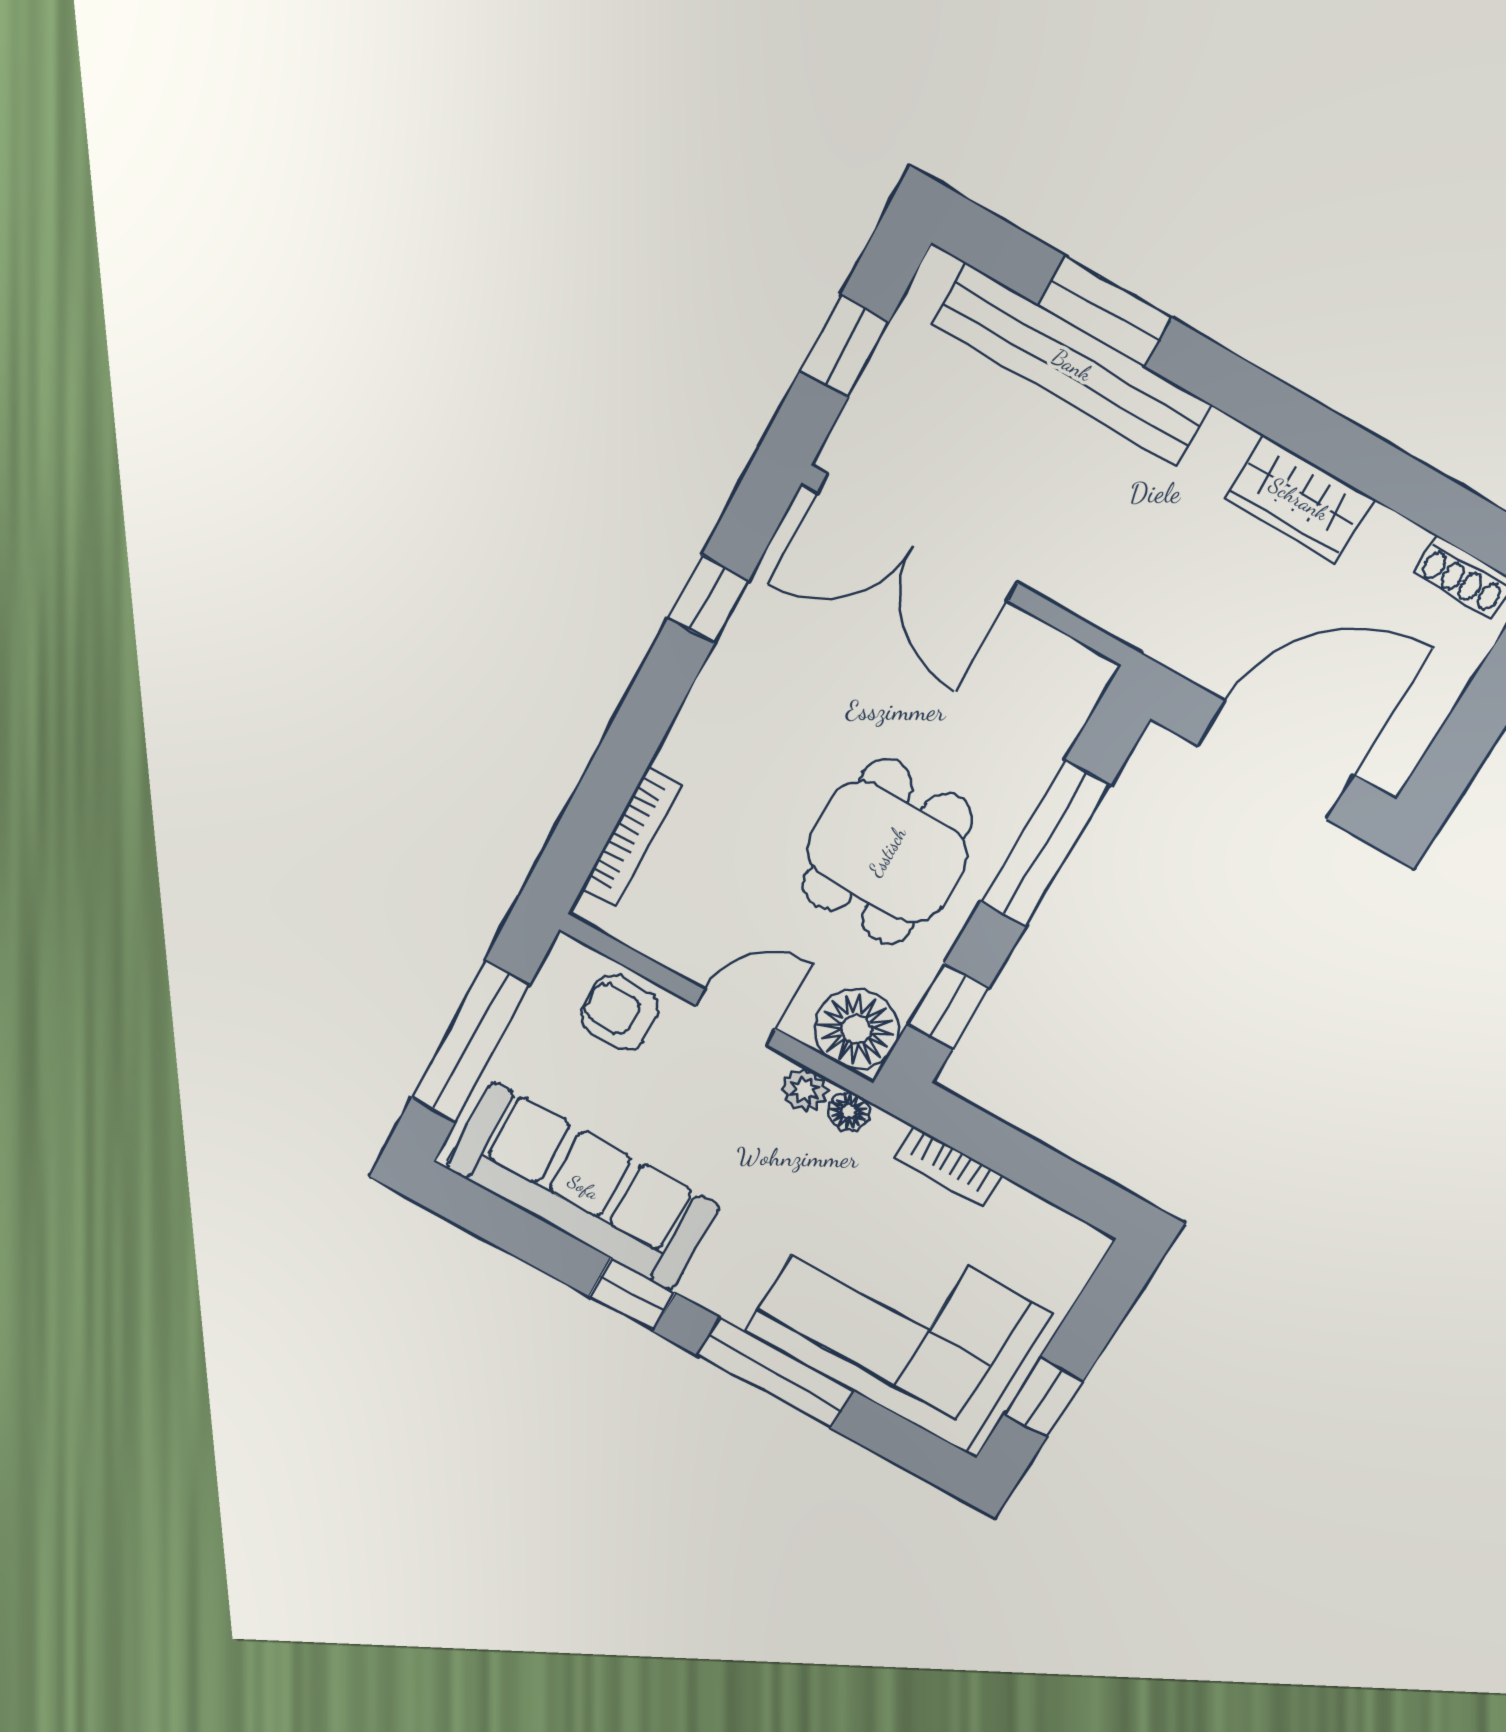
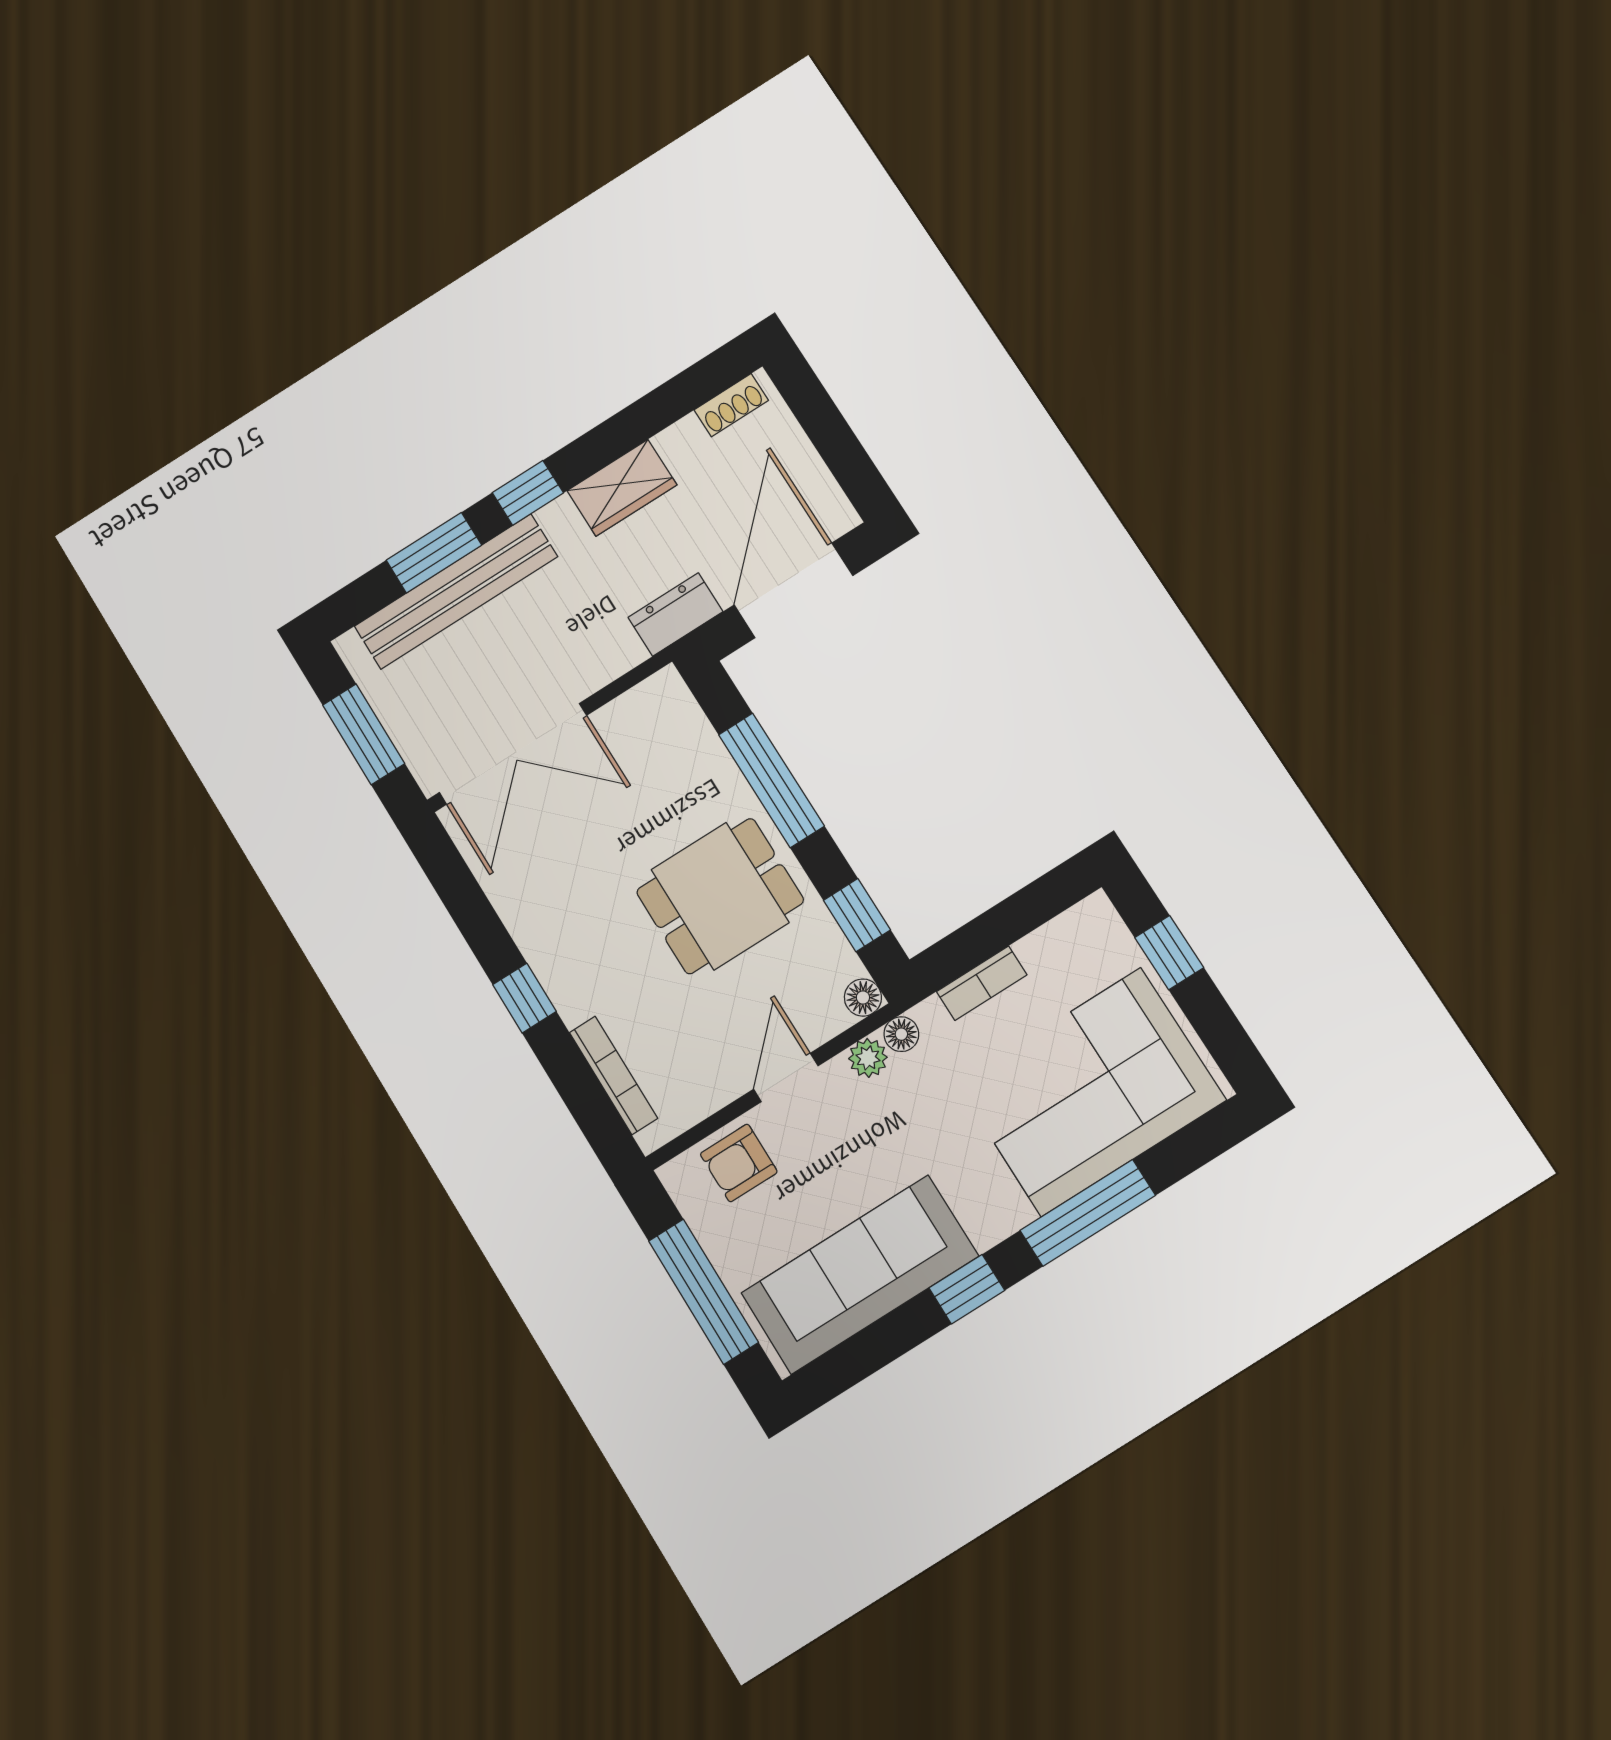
window: (844, 346) -> (364, 734), width x1.50
window: (1236, 387) -> (528, 493), added
window: (708, 599) -> (524, 998), moved
dresser: (1178, 640) -> (675, 615), added
dining table: (887, 852) -> (720, 896), turned 90
floor lamp: (856, 1029) -> (863, 998), width x0.53, depth x0.53
window: (1043, 1398) -> (1169, 953), moved

